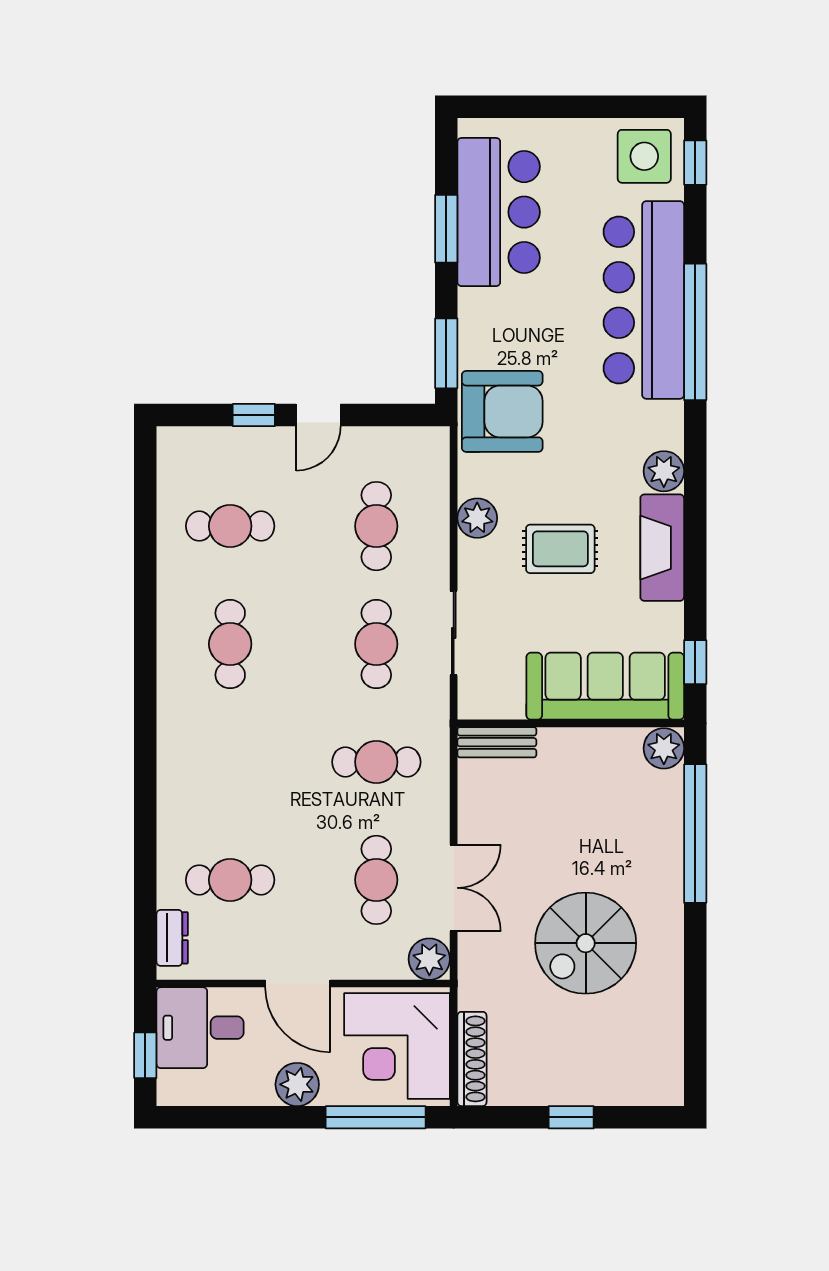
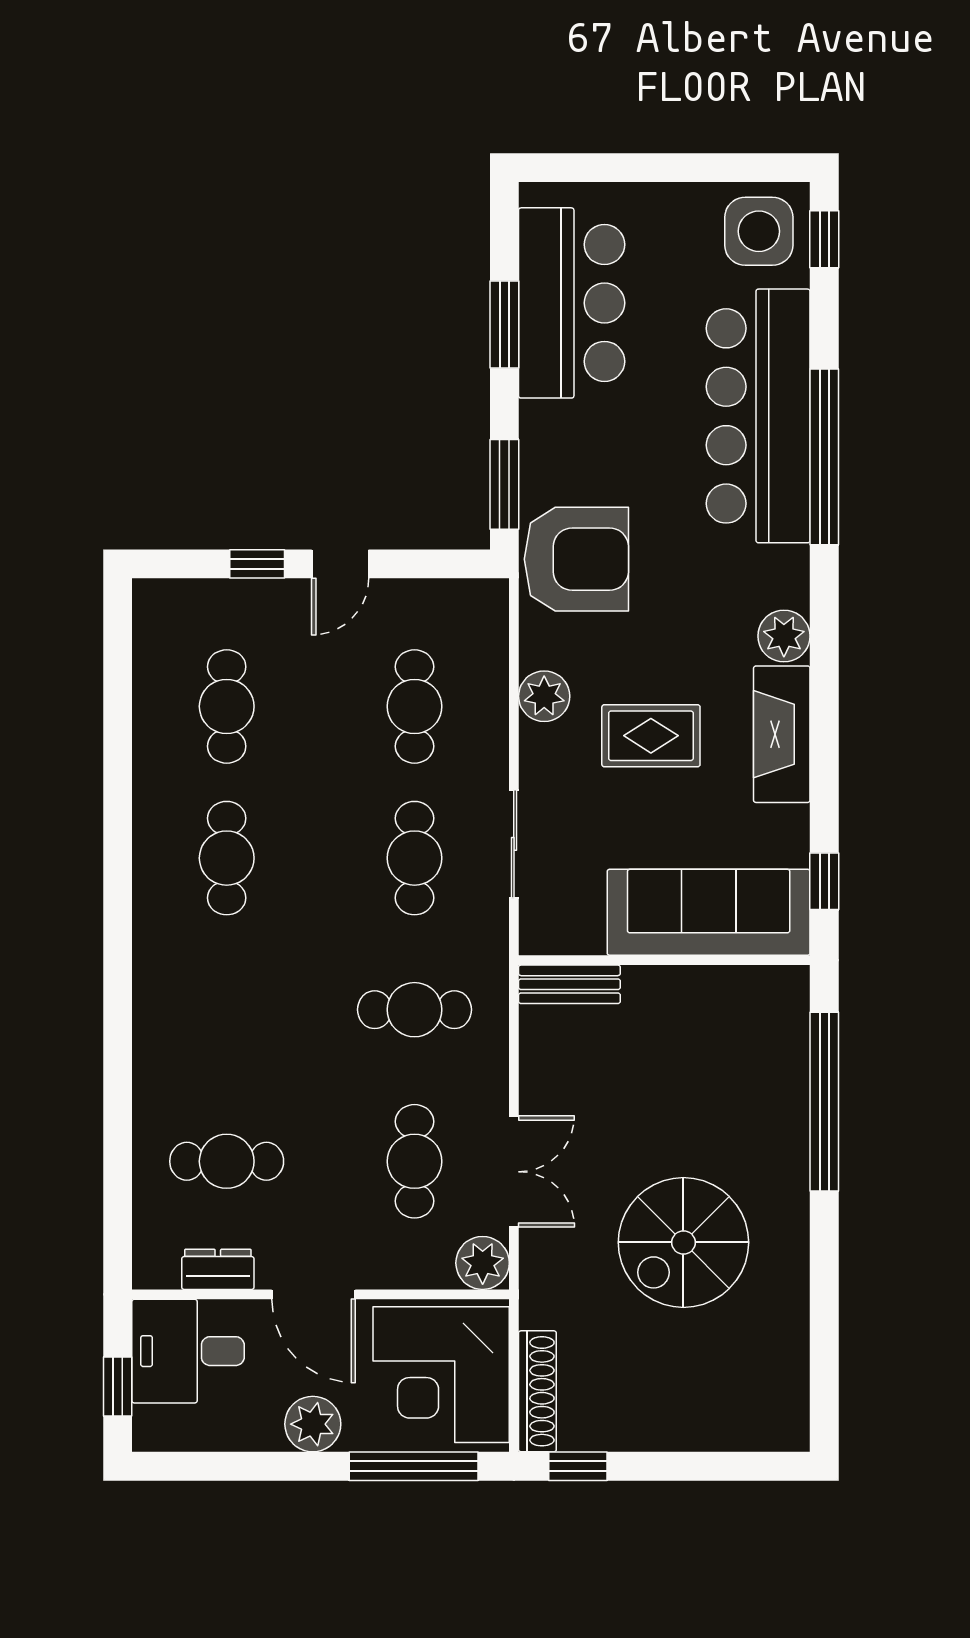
cafe table: (230, 526) -> (227, 706), turned 90
plant: (664, 748) -> (784, 992), removed
dresser: (172, 938) -> (218, 1269), moved, turned -90
window: (571, 1117) -> (578, 1466), moved

